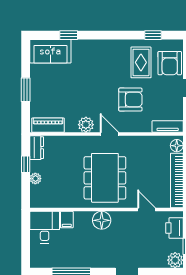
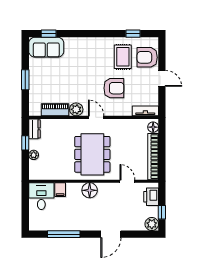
window: (69, 35) -> (49, 34), moved
armchair: (170, 63) -> (147, 57), turned 90
piano: (48, 125) -> (55, 110), moved

